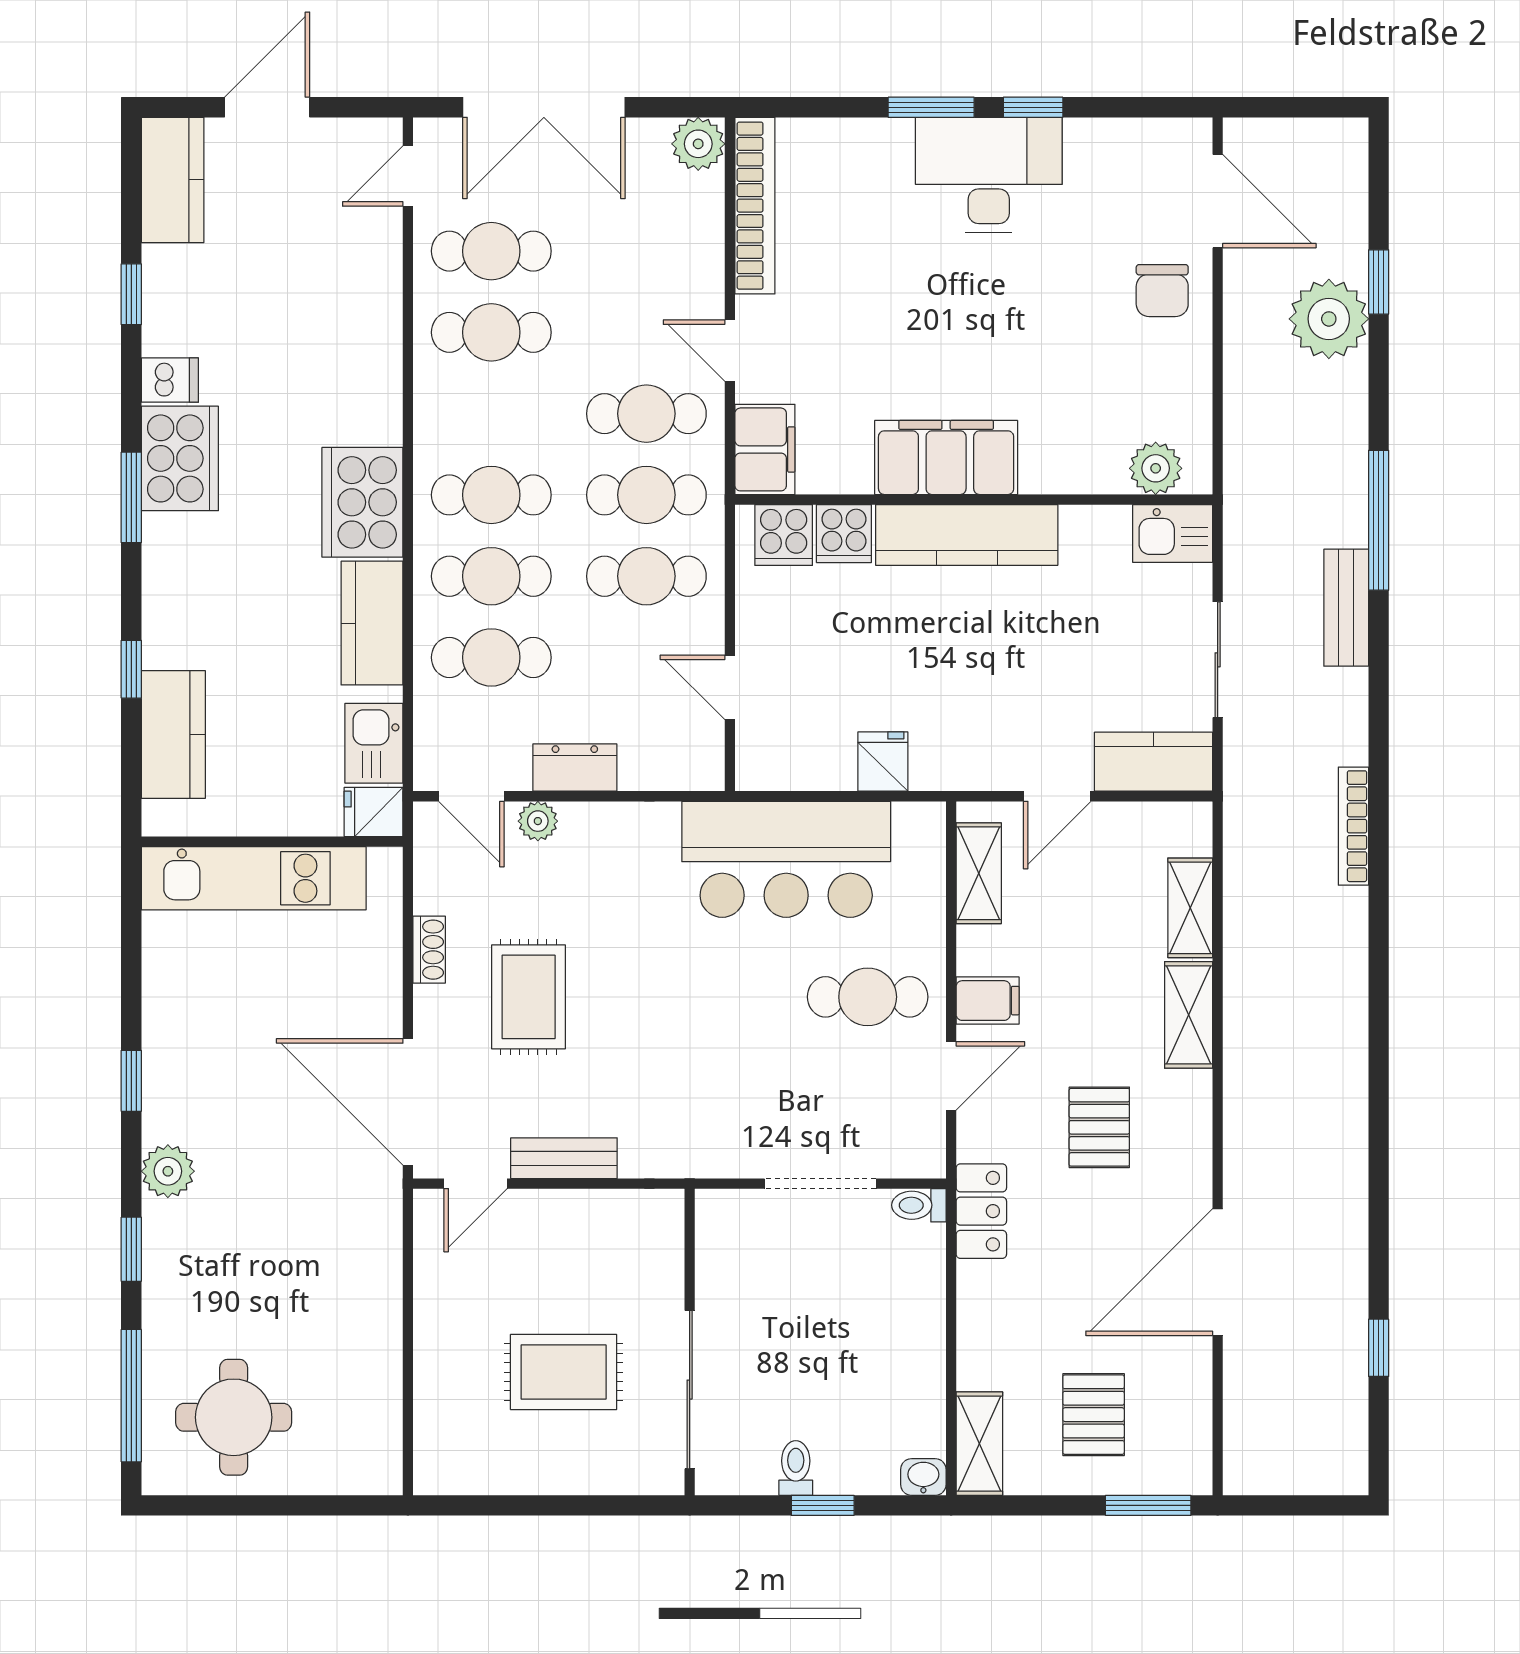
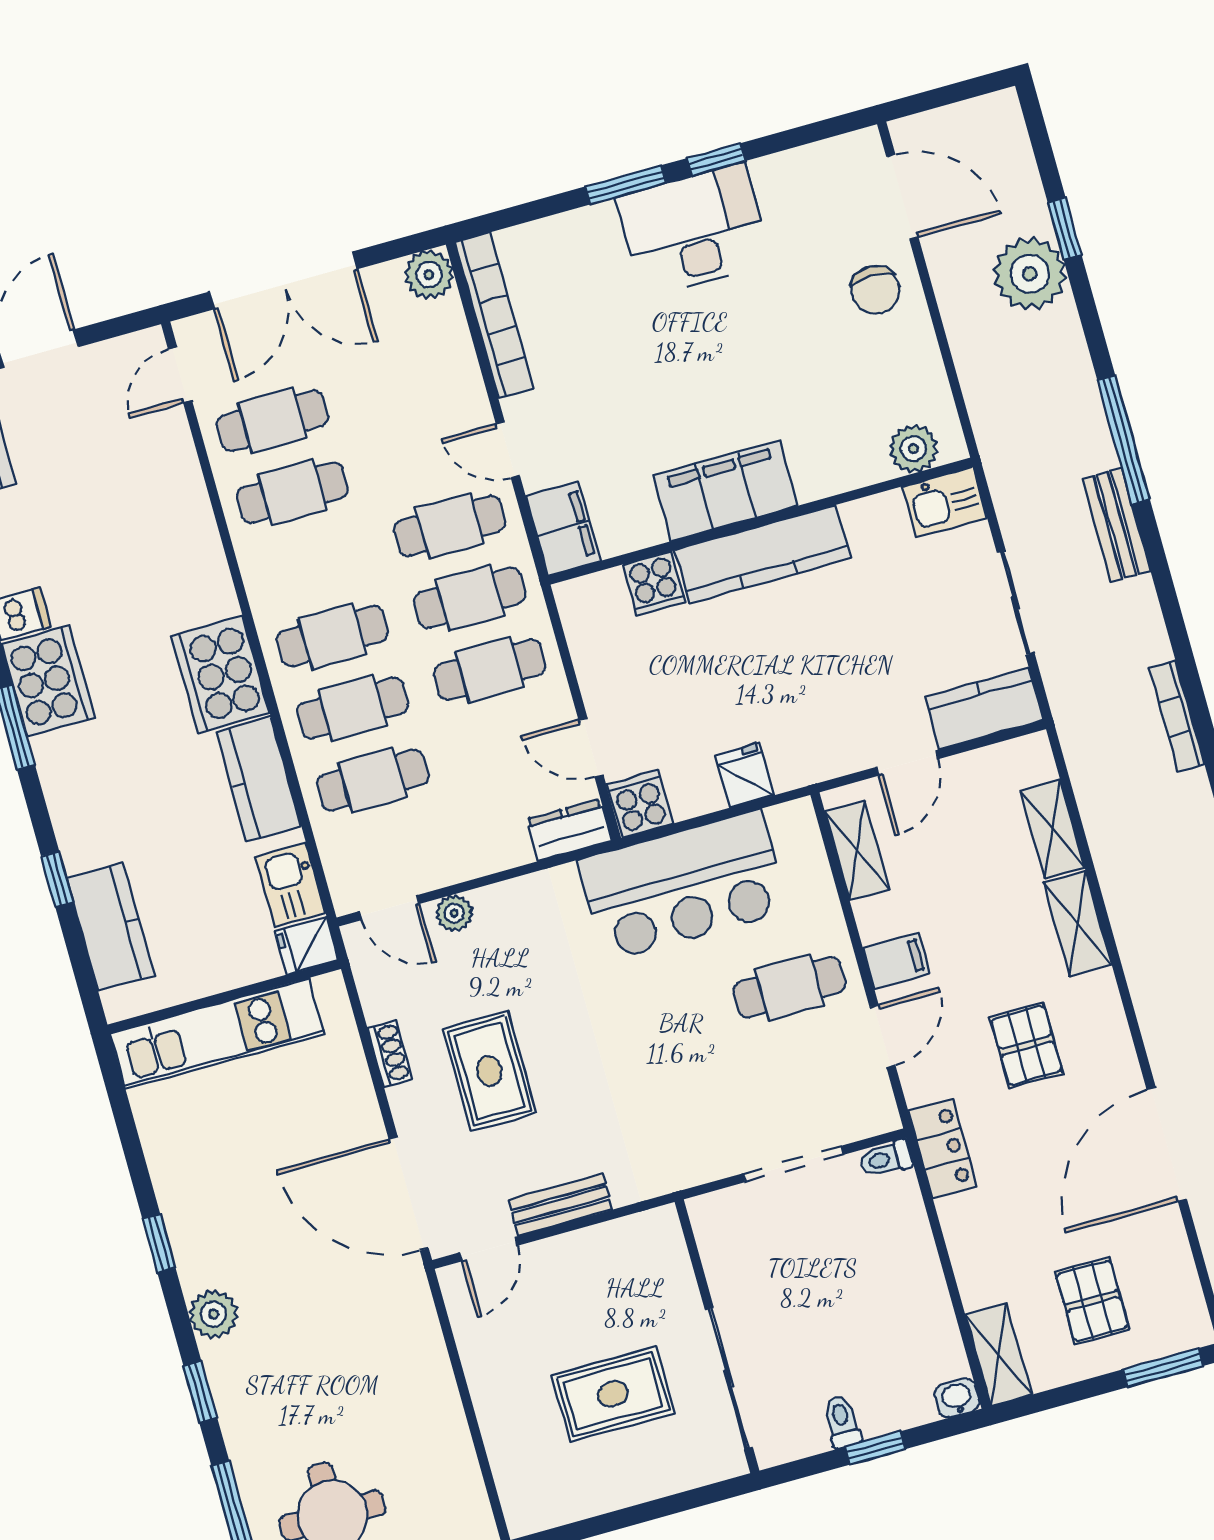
cooker: (784, 535) -> (640, 804), moved, turned 180
dresser: (575, 768) -> (569, 830), moved

